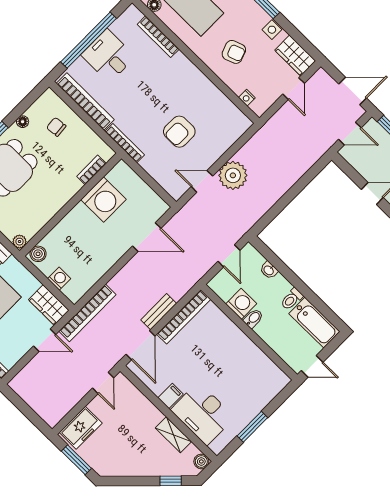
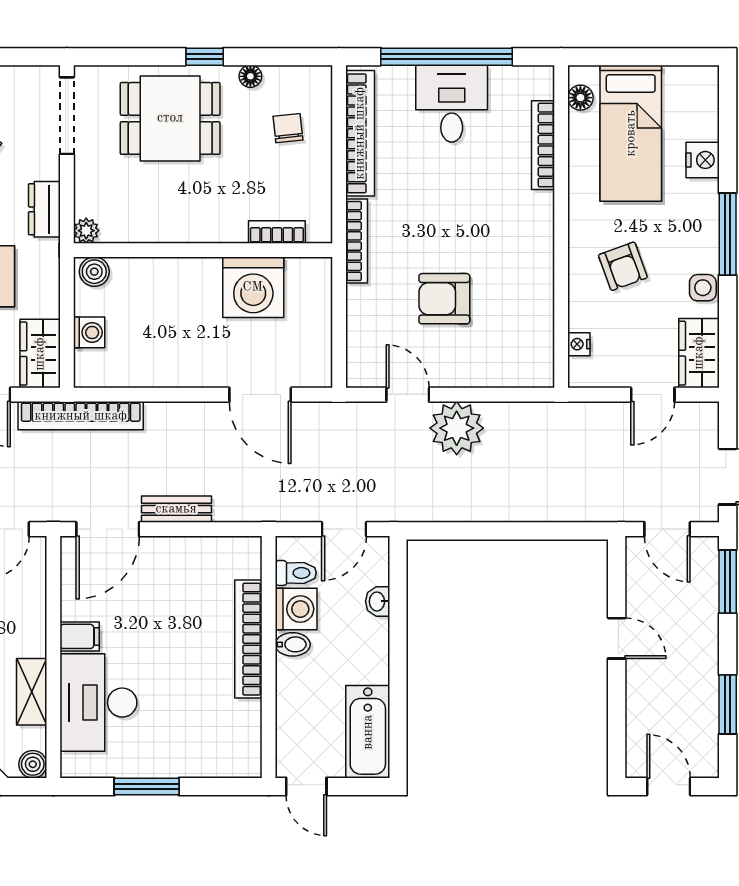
toilet: (292, 299) -> (296, 573), moved, turned 180
bookcase: (184, 317) -> (248, 639), moved, turned 90

